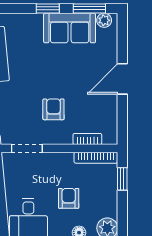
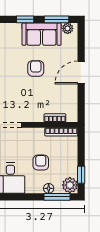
armchair: (53, 109) -> (36, 68), moved
window: (122, 179) -> (81, 175), moved

